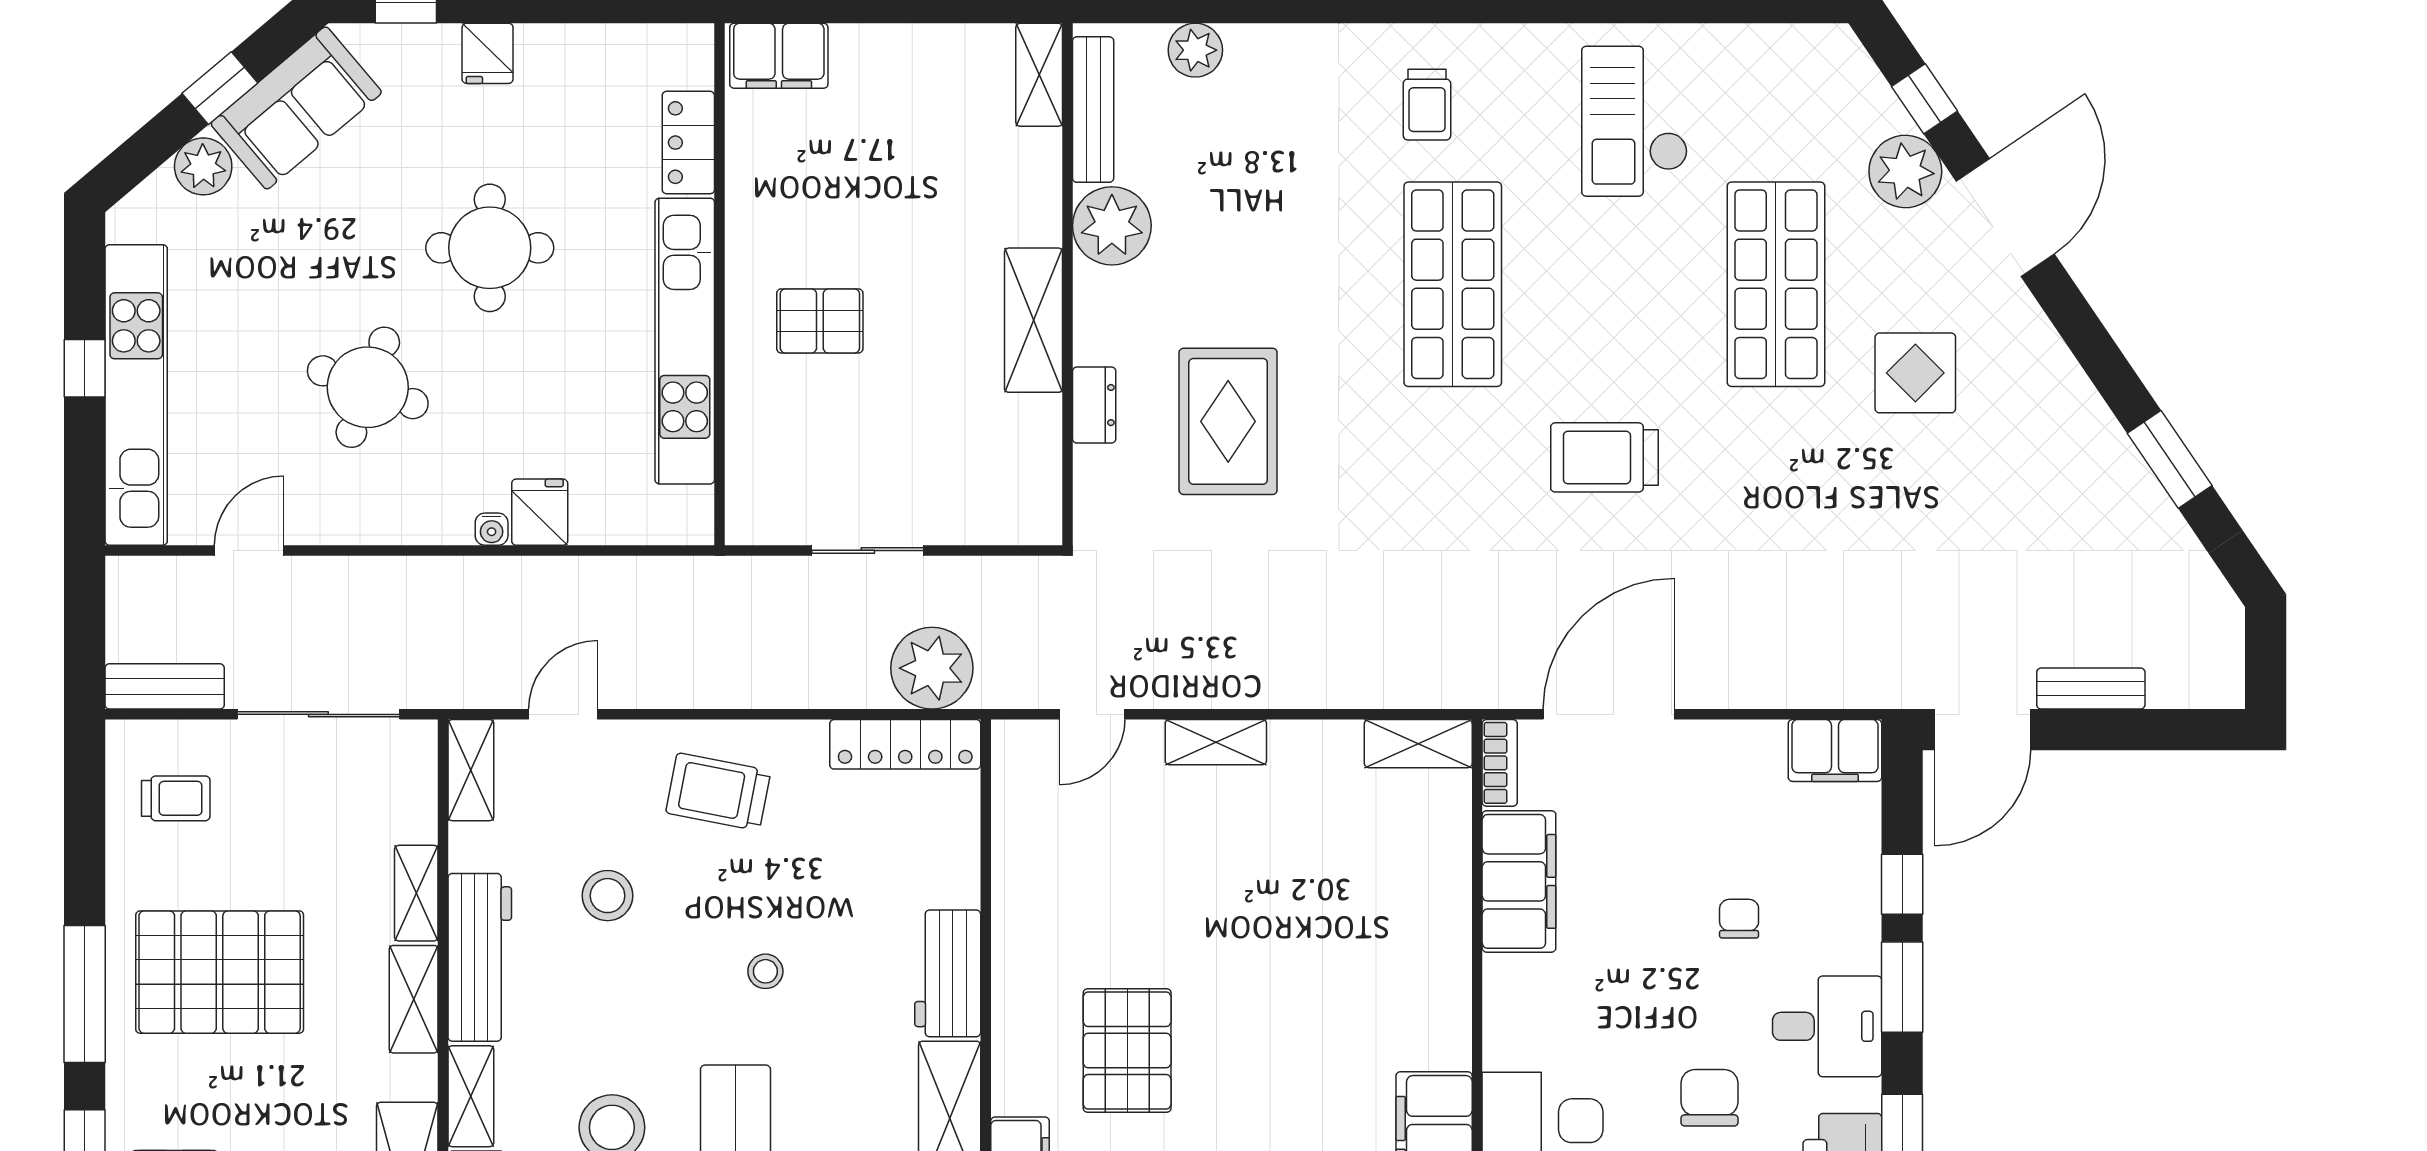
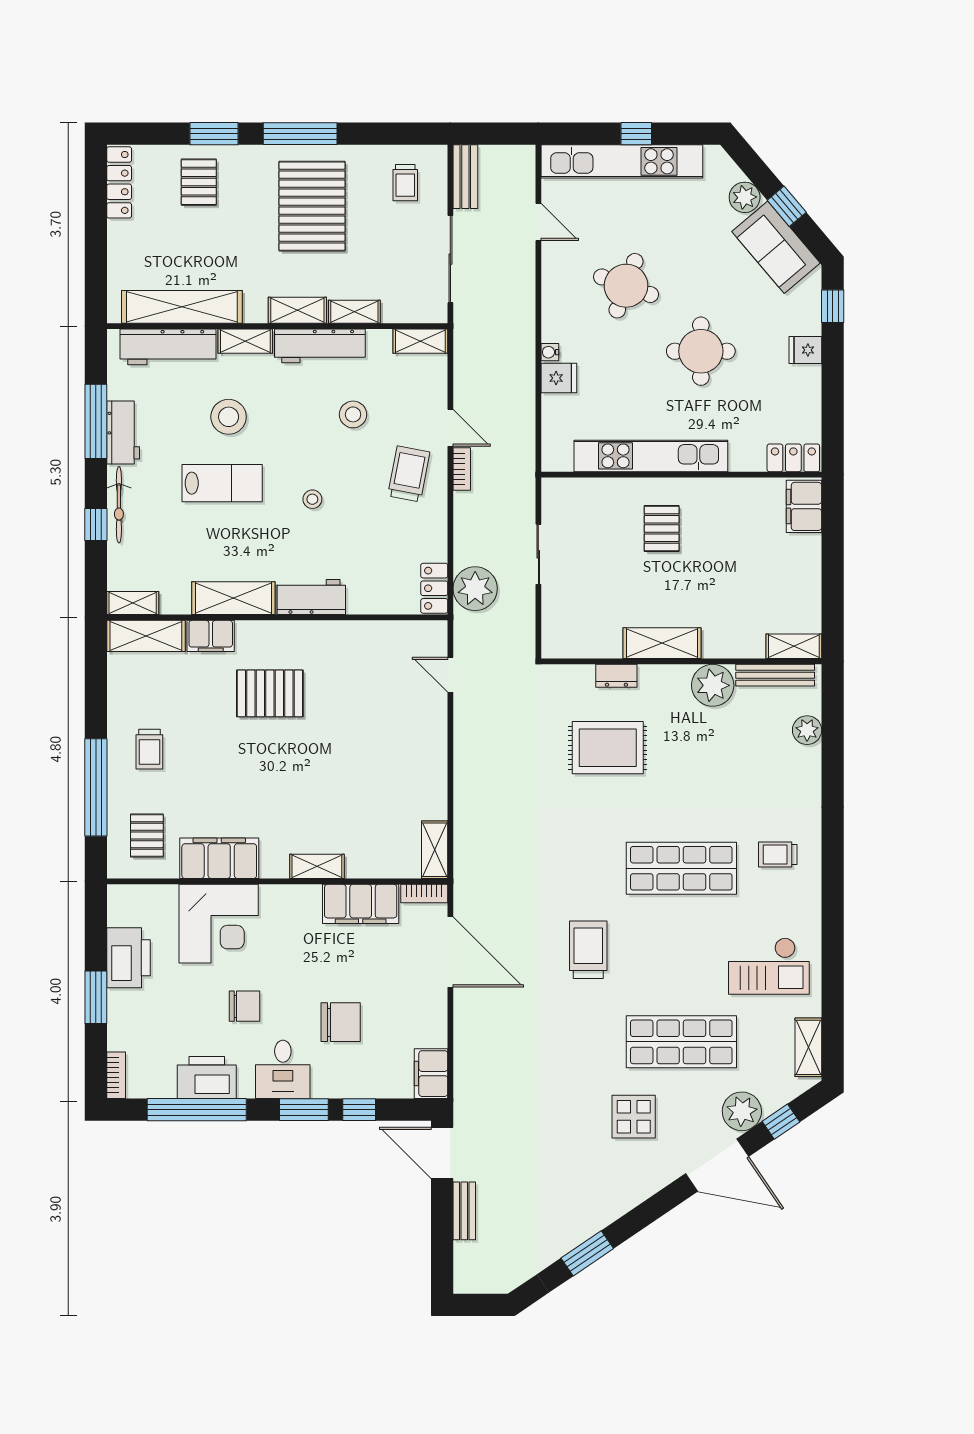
shelving: (1786, 48) -> (808, 1047), added
checkout: (1635, 121) -> (769, 966), turned 180
locker: (688, 143) -> (793, 458), moved
bookcase: (709, 693) -> (462, 469), added
door: (563, 714) -> (450, 428), moved
shelving: (1216, 742) -> (317, 866), moved, turned 90
locker: (905, 744) -> (434, 588), width x0.66
chair: (1739, 919) -> (341, 1022), width x1.87, depth x1.87

